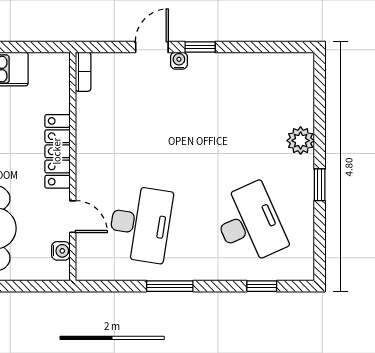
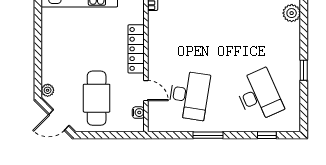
plant: (301, 141) -> (292, 13), moved

